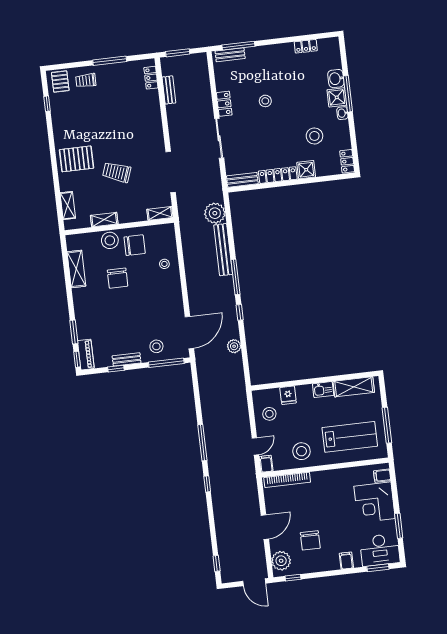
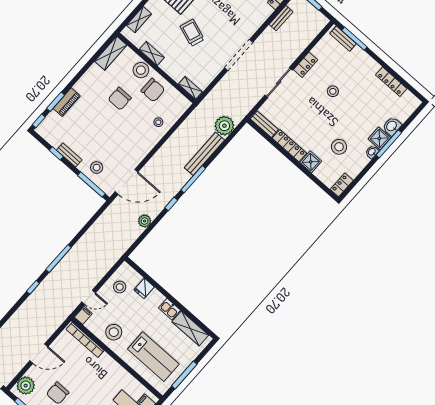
locker: (306, 46) -> (391, 82), width x1.53
doorway: (171, 172) -> (239, 55), moved
shelving: (76, 269) -> (111, 53), moved
piano: (86, 355) -> (67, 102), moved

